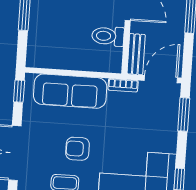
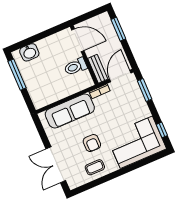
window: (19, 91) -> (39, 127), removed
armchair: (78, 149) -> (92, 143), turned -90

